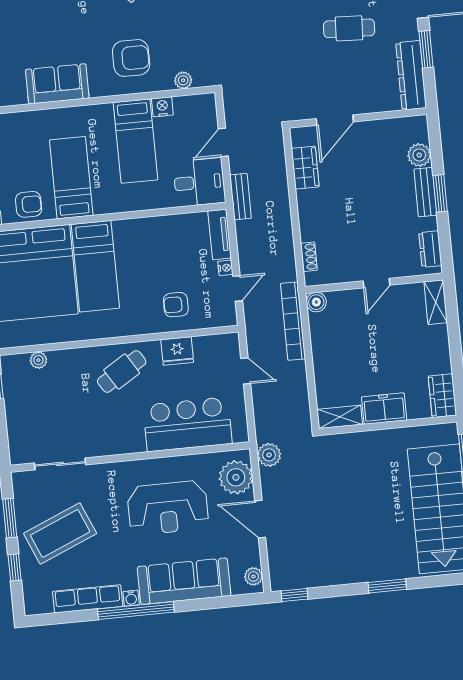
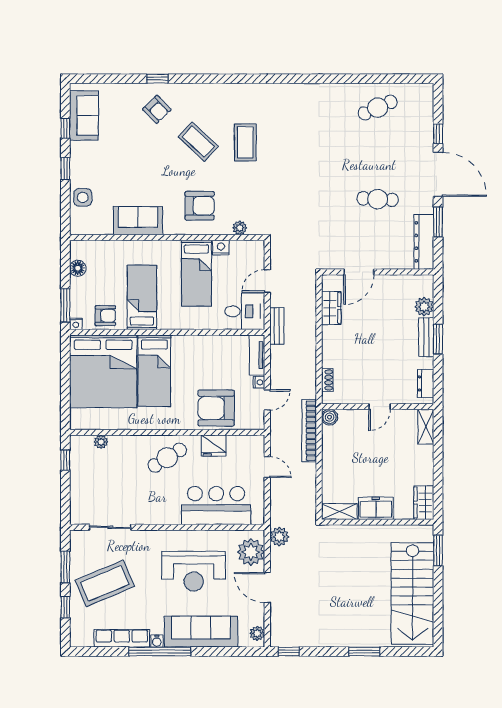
armchair: (176, 305) -> (216, 408), width x1.88, depth x1.88

